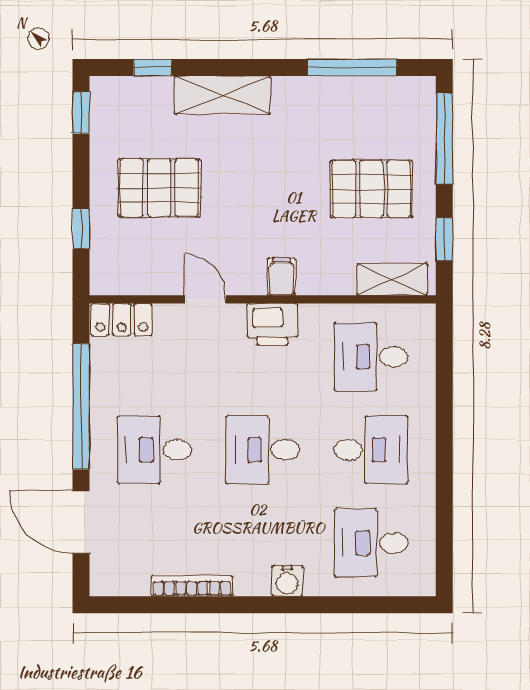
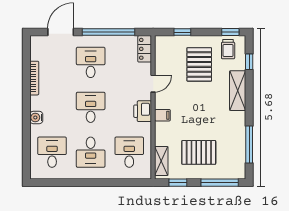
trolley: (122, 118) -> (228, 49), added
pallet: (371, 189) -> (199, 152), turned 90

